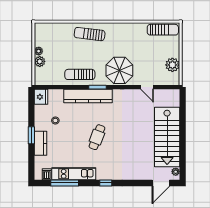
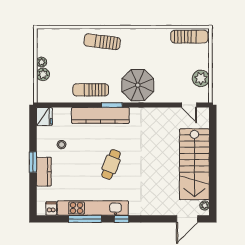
door: (147, 87) -> (189, 105), moved
kitchen unit: (74, 174) -> (93, 208), width x1.36
window: (65, 183) -> (85, 219), moved

